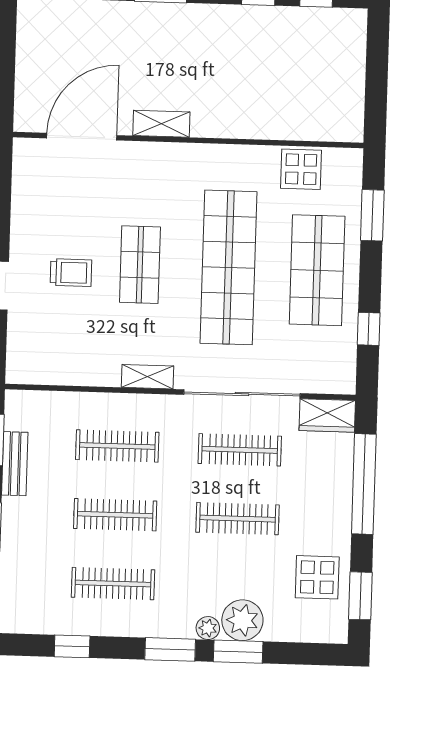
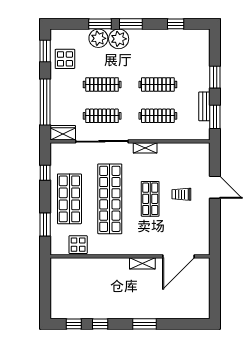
clothes rail: (113, 584) -> (158, 53), removed
plant: (208, 628) -> (119, 39), width x1.88, depth x1.88

